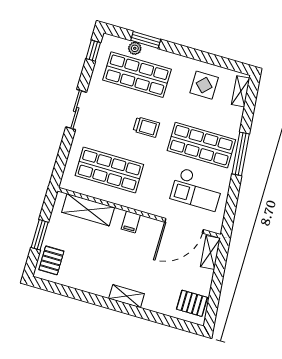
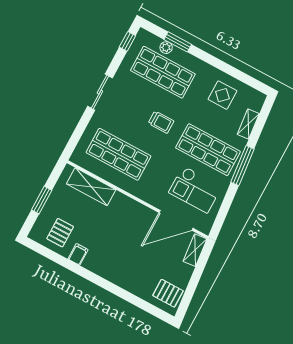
shelving: (241, 91) -> (248, 124), moved
filing cabinet: (131, 222) -> (78, 254), moved, turned 180
pallet: (51, 260) -> (60, 233), moved
shelving: (127, 296) -> (109, 274), removed

